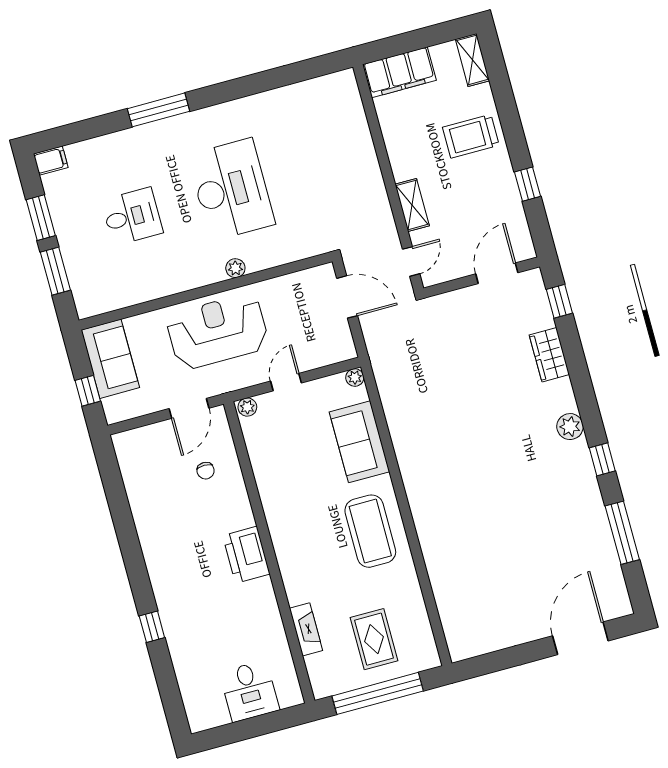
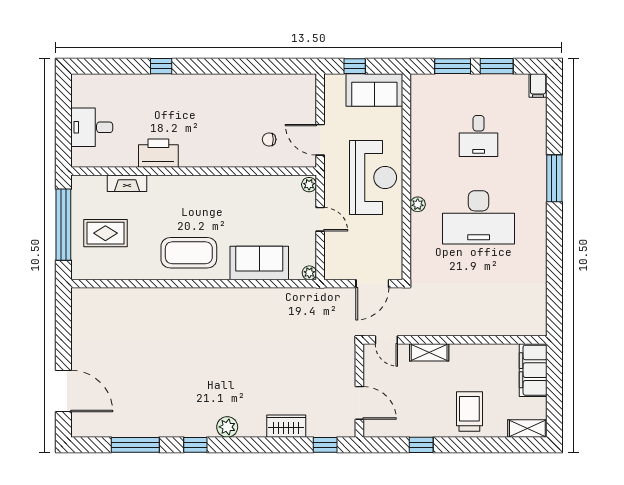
printer: (246, 555) -> (158, 153), moved

